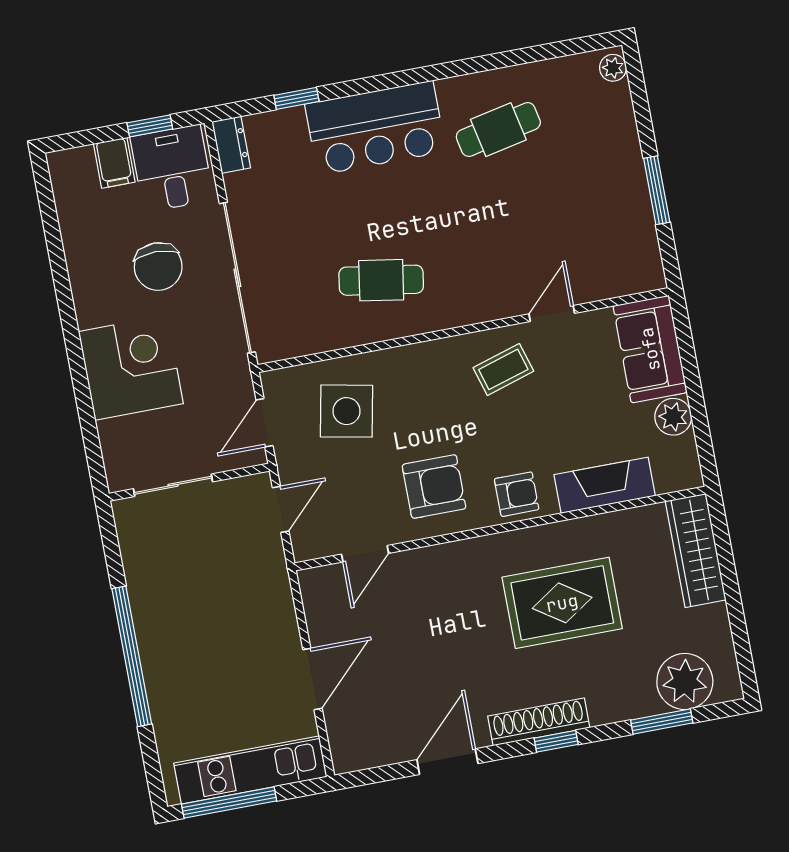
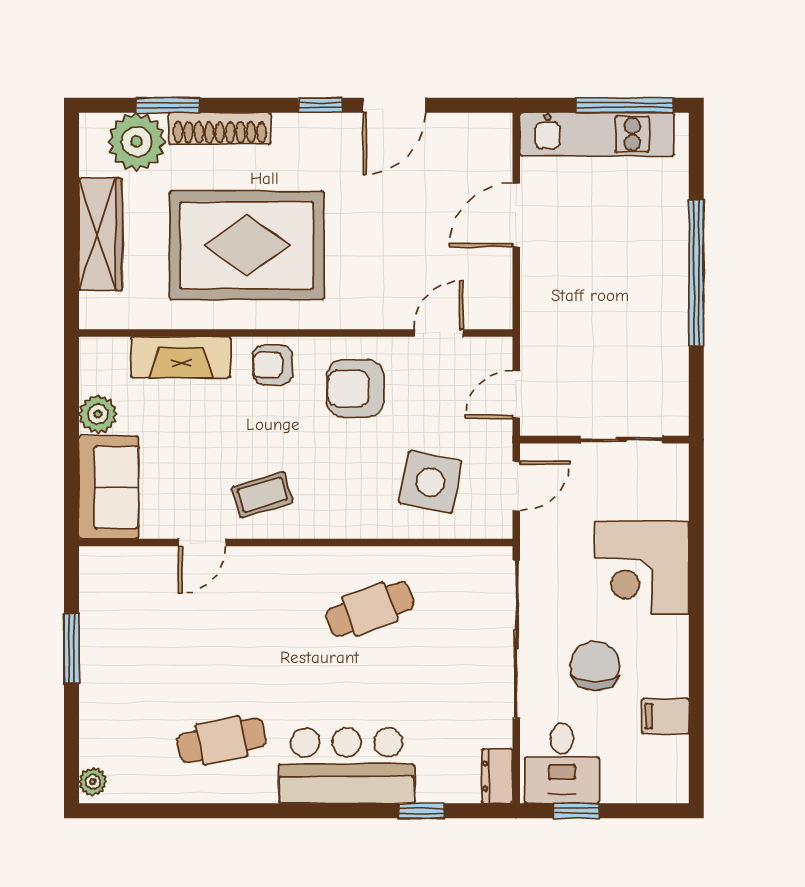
filing cabinet: (114, 163) -> (665, 716), moved, turned -90
cafe table: (381, 280) -> (370, 609), turned -30
wardrobe: (696, 551) -> (101, 234), moved
rug: (562, 603) -> (247, 245), width x1.37, depth x1.44
shoe rack: (539, 722) -> (220, 128), moved
window: (556, 741) -> (320, 105), moved

